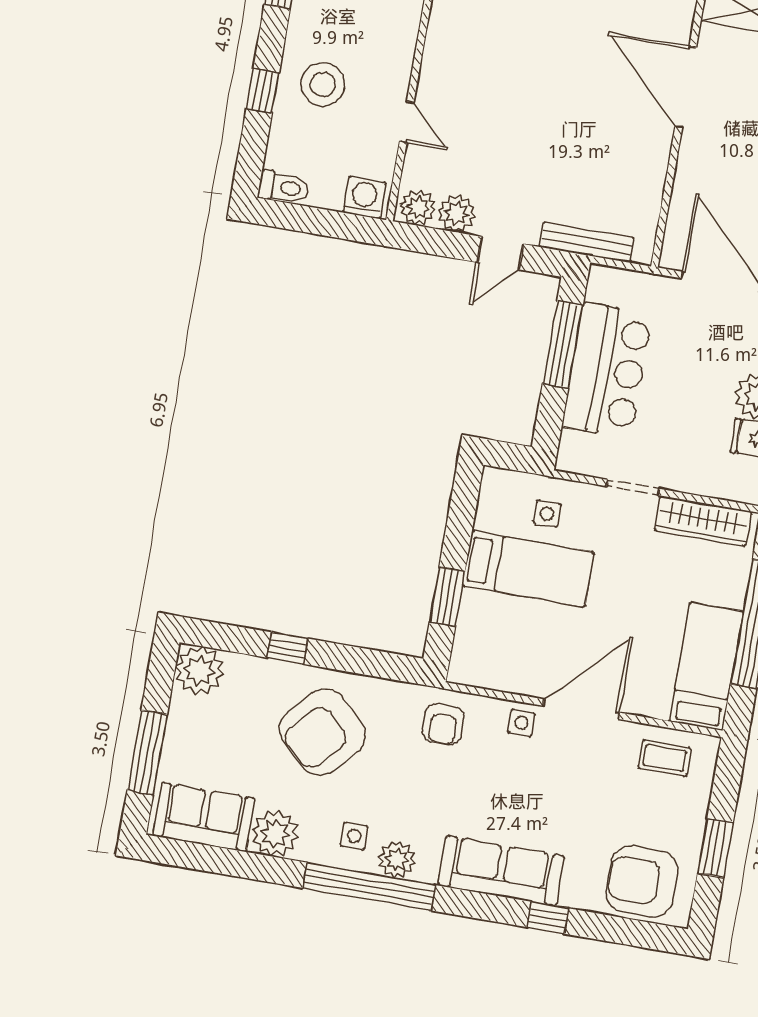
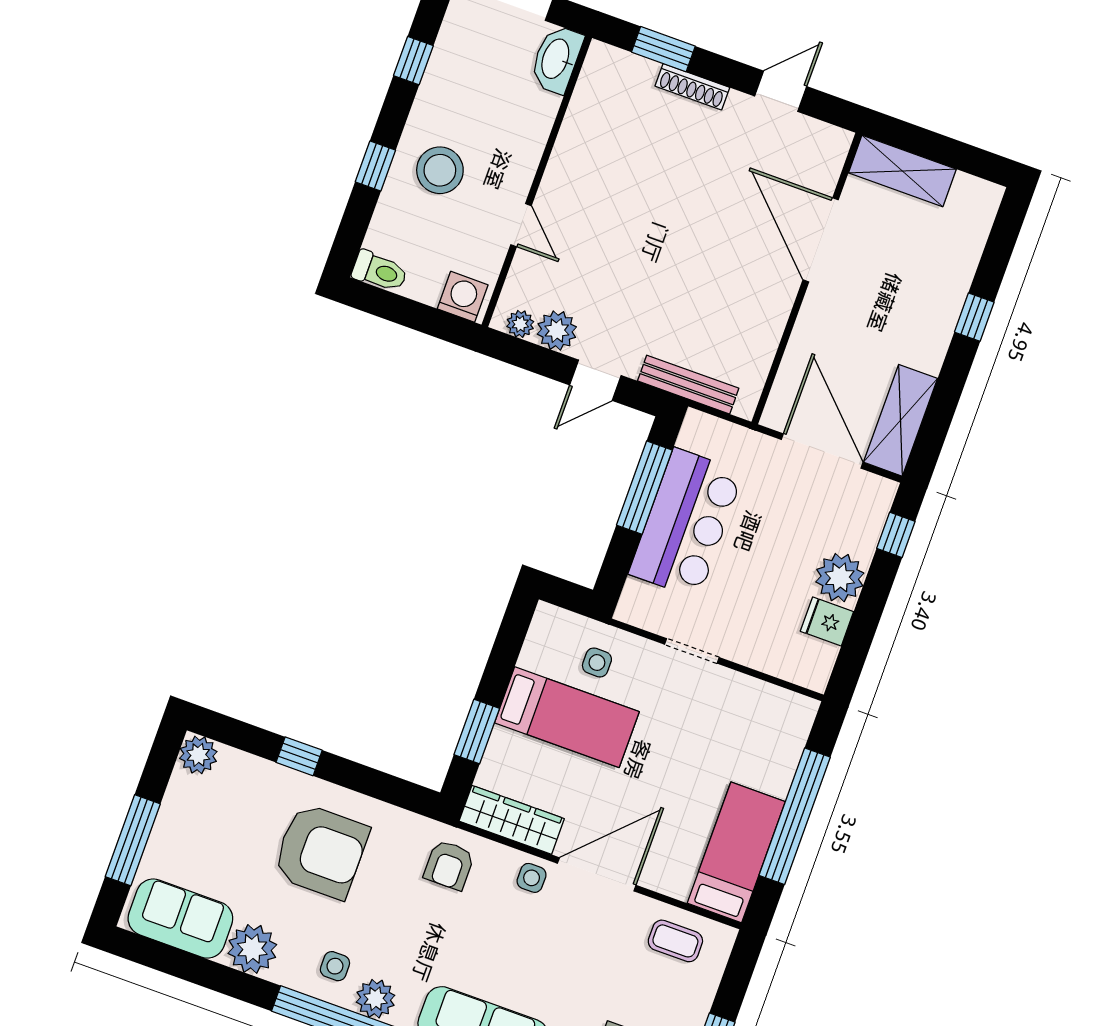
plant: (418, 208) -> (520, 324), width x0.73, depth x0.73
wardrobe: (703, 521) -> (512, 820), moved, turned 180
plant: (199, 671) -> (198, 755), width x0.73, depth x0.73
armchair: (323, 732) -> (321, 851), turned -133

